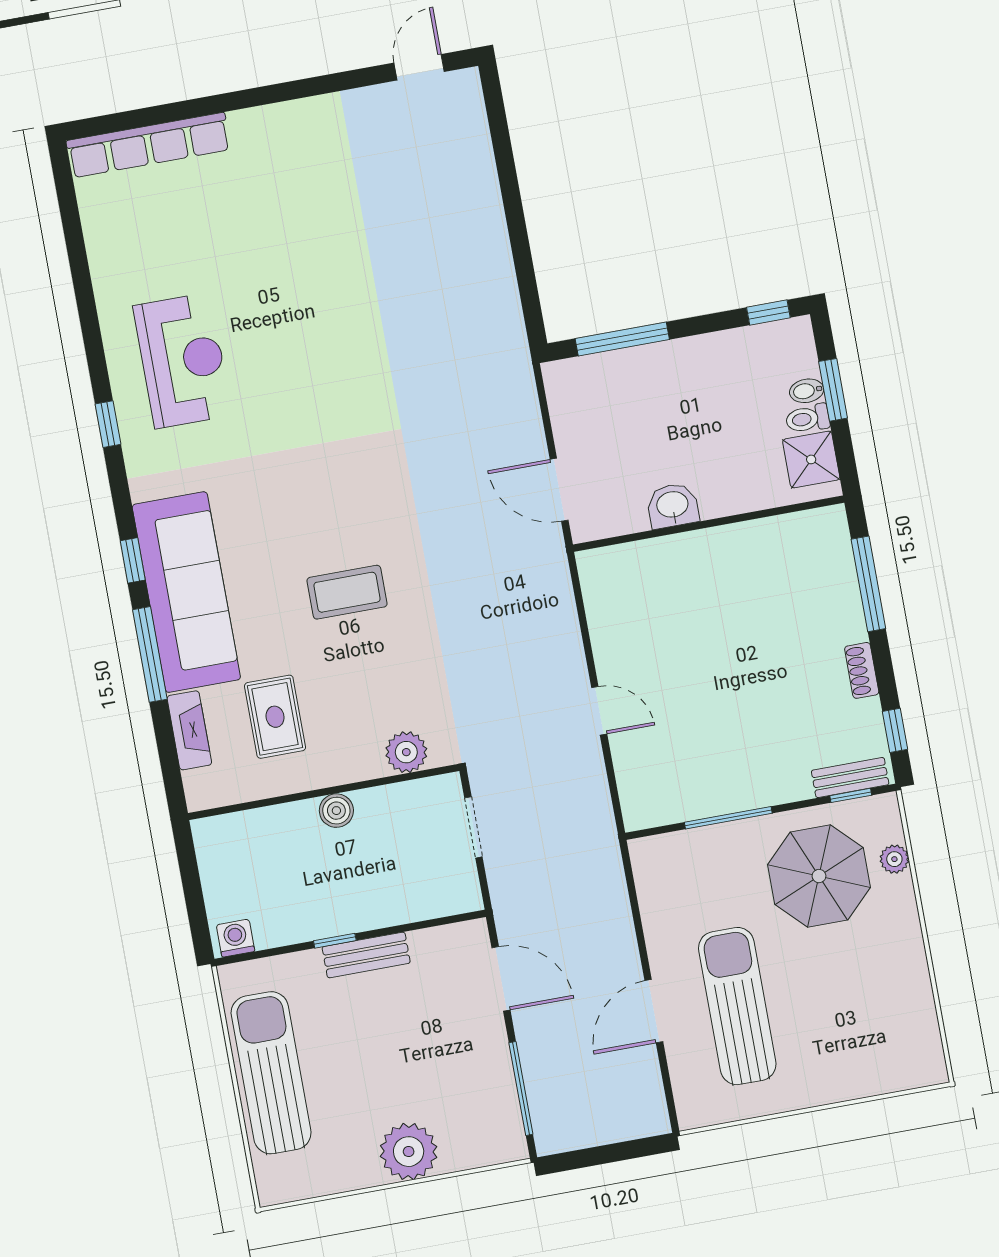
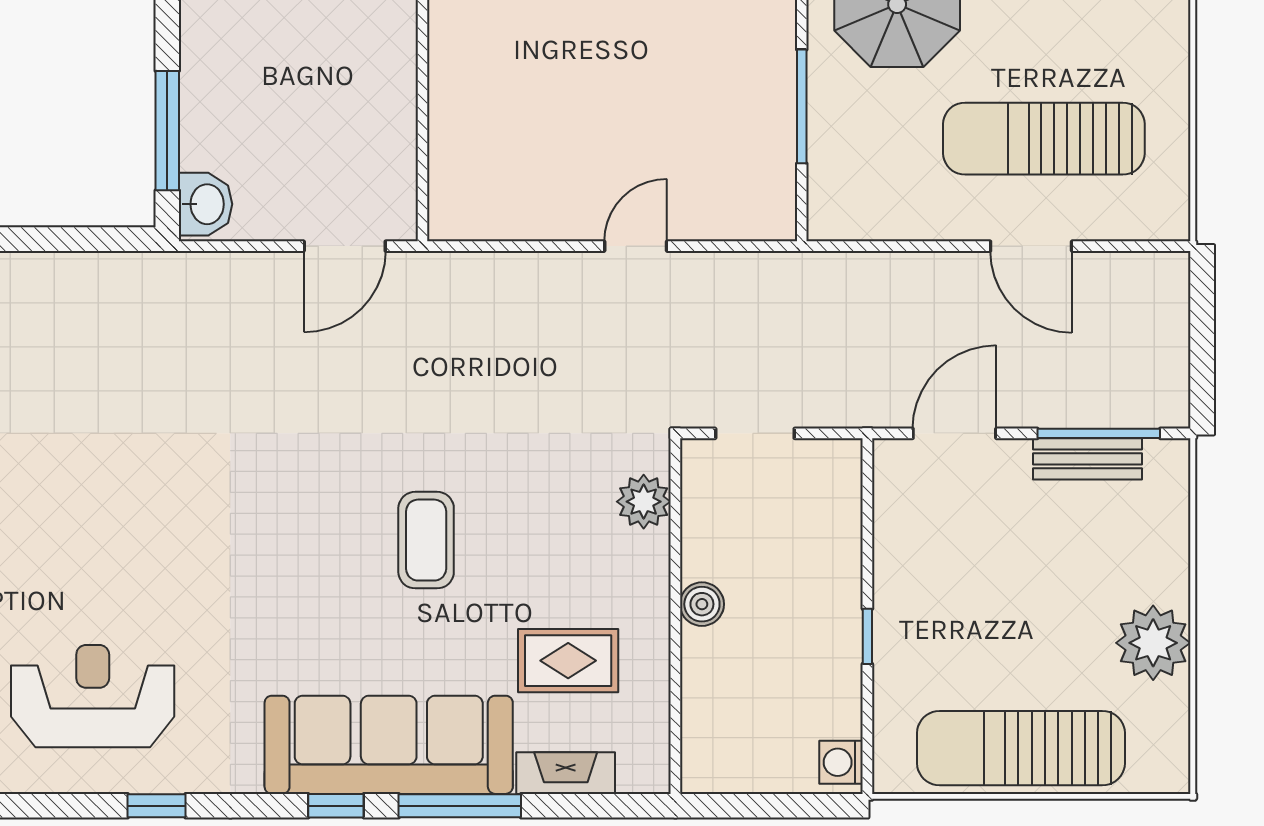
washbasin: (673, 506) -> (206, 204), moved, turned 180
bench: (366, 955) -> (1087, 459), moved, turned 90
plant: (409, 1152) -> (1153, 643), moved

